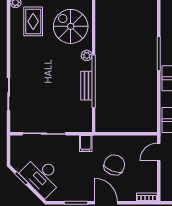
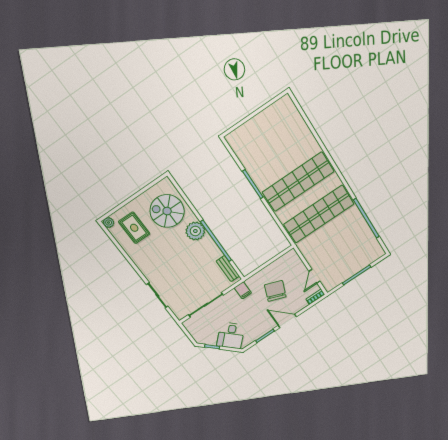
plant: (87, 55) -> (195, 231), width x1.88, depth x1.88
bench: (86, 86) -> (228, 269), moved
door: (159, 152) -> (314, 276), moved
desk: (42, 176) -> (231, 336), width x0.73

